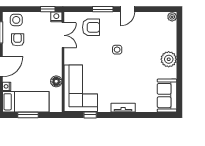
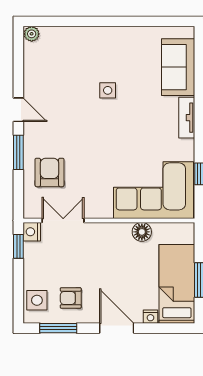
side table: (117, 50) -> (108, 90), moved
plant: (169, 59) -> (104, 40), removed
sofa: (167, 96) -> (178, 67), moved, turned 90

